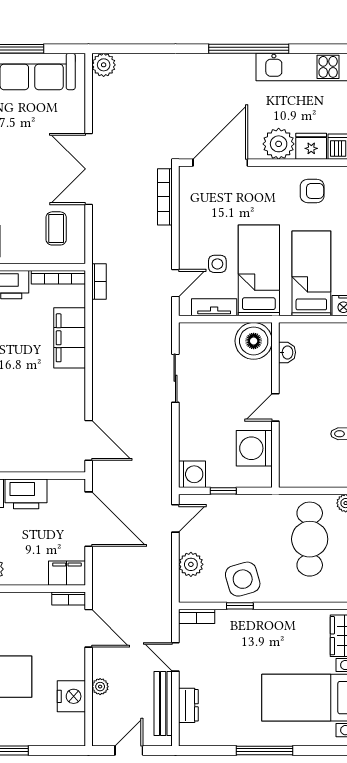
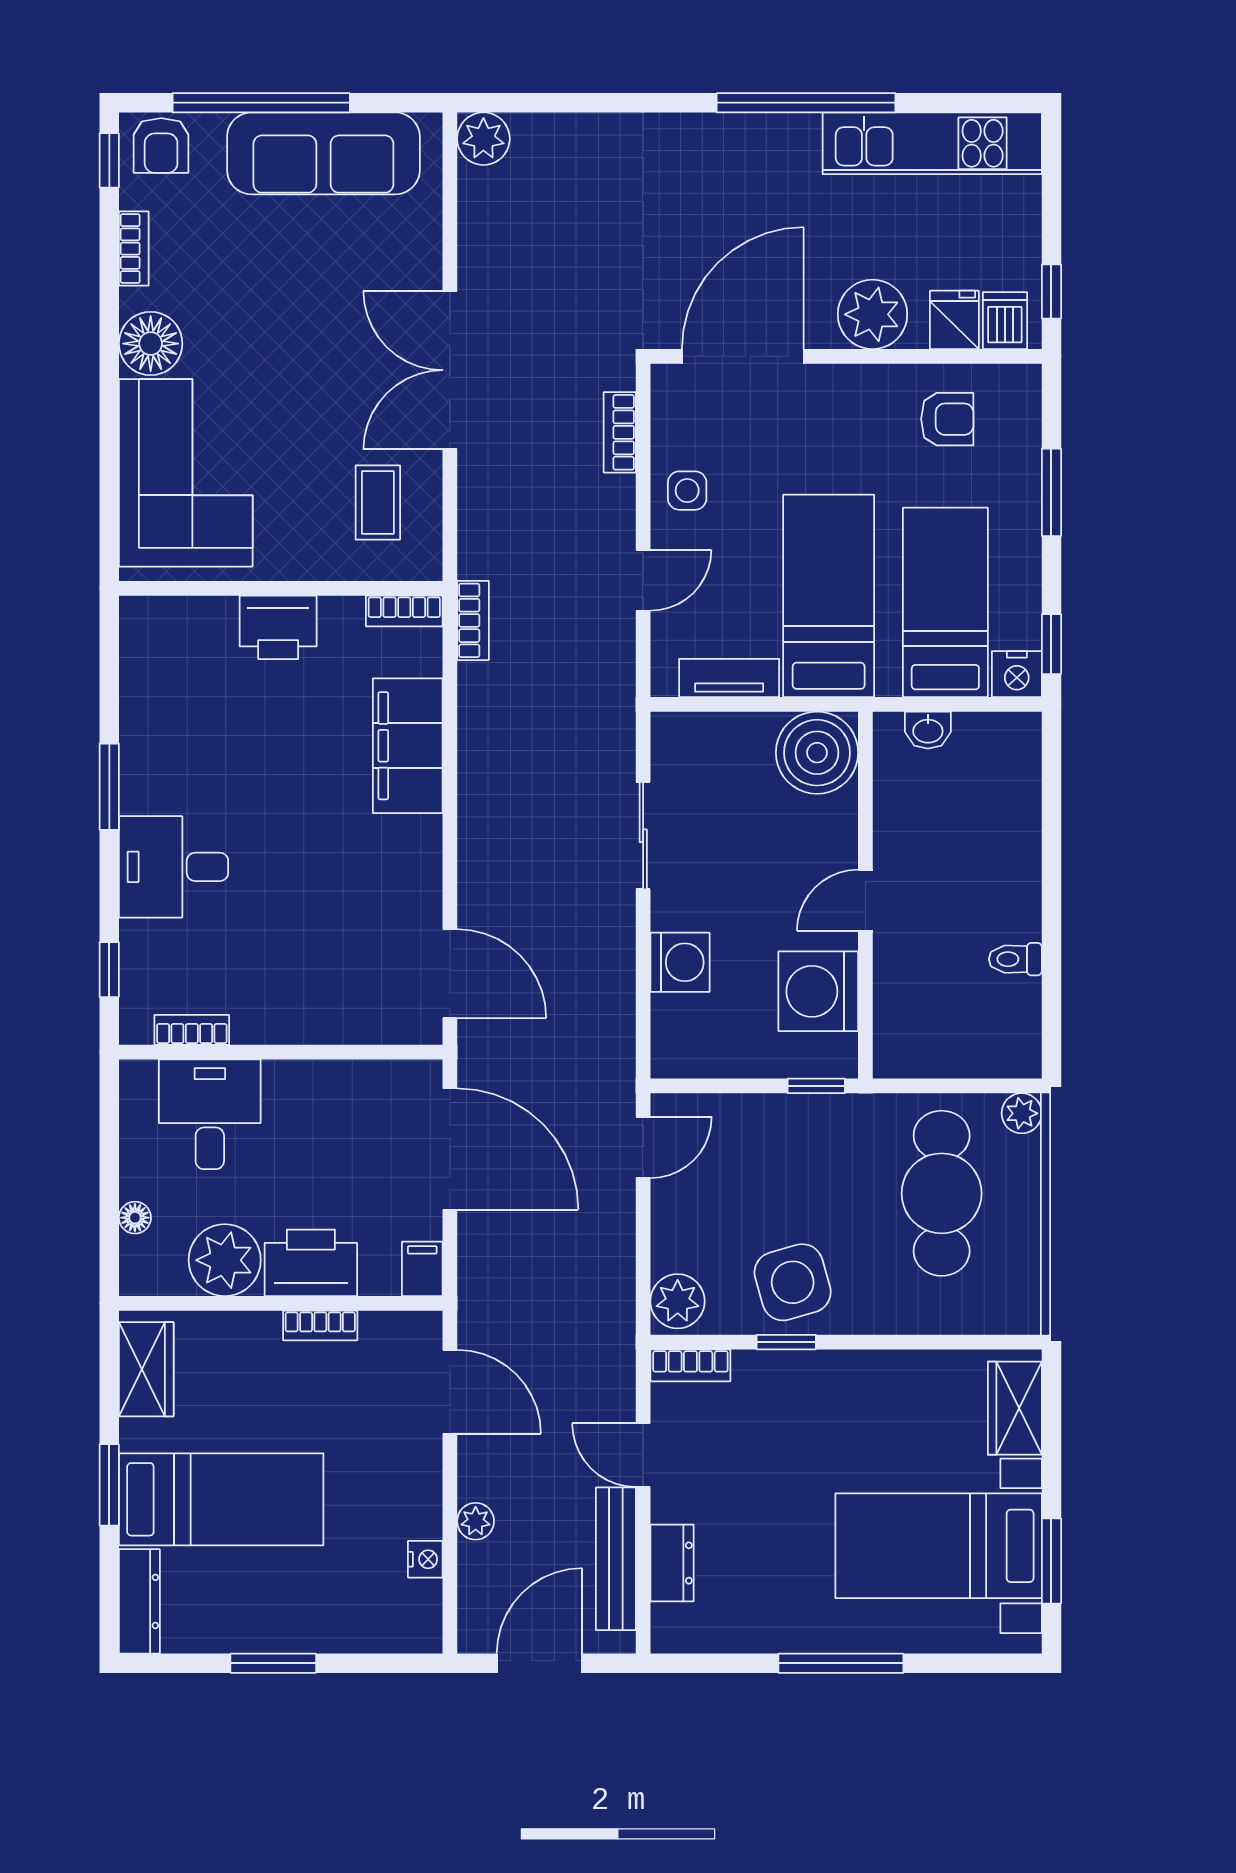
fridge: (311, 146) -> (954, 320), width x0.72
bookcase: (165, 197) -> (620, 432), width x0.64
side table: (217, 264) -> (687, 491), moved
bookcase: (58, 277) -> (404, 611), width x0.64
door: (175, 283) -> (643, 580), moved
washbasin: (287, 352) -> (928, 730), moved, turned 90
washing machine: (192, 474) -> (680, 962), moved
window: (223, 491) -> (816, 1086), moved
printer: (26, 494) -> (311, 1263), moved, turned 180
plant: (191, 564) -> (678, 1301), moved
filing cabinet: (67, 573) -> (422, 1269), width x0.50
bookcase: (69, 599) -> (320, 1325), moved
nightstand: (71, 696) -> (425, 1559), width x0.53, depth x0.56
door: (129, 750) -> (540, 1663), width x1.38

